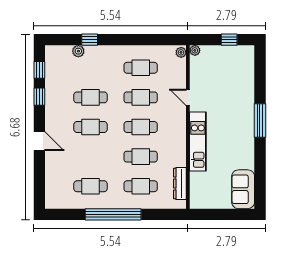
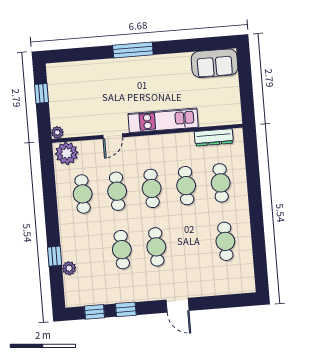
plant: (181, 52) -> (67, 153), width x1.88, depth x1.88
door: (39, 141) -> (178, 305), swing flipped
window: (113, 214) -> (256, 212), removed

